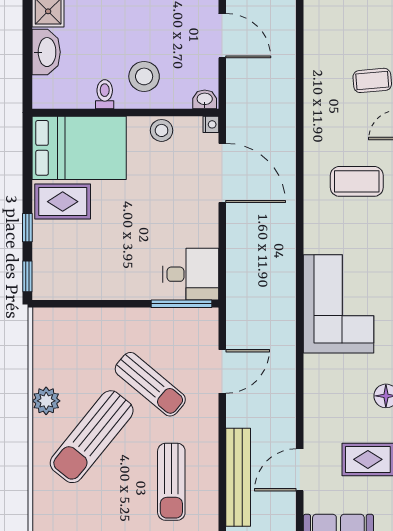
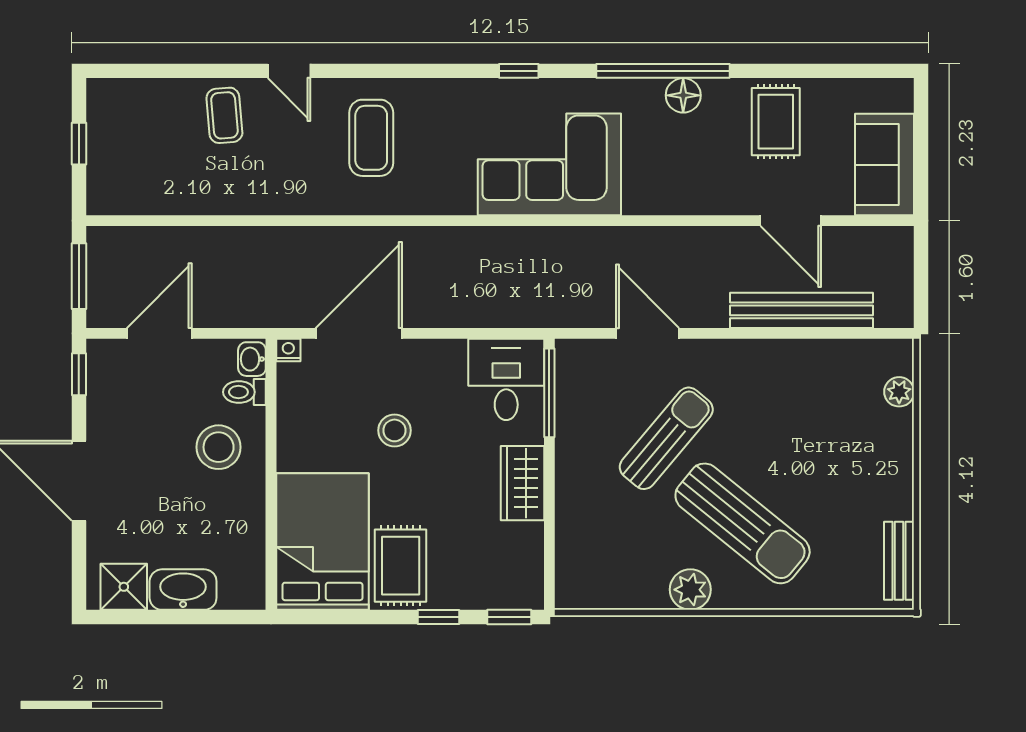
toilet: (105, 94) -> (244, 392), moved
stool: (162, 130) -> (394, 430), moved
wardrobe: (119, 285) -> (522, 483), added
sun lounger: (171, 482) -> (808, 408), removed

